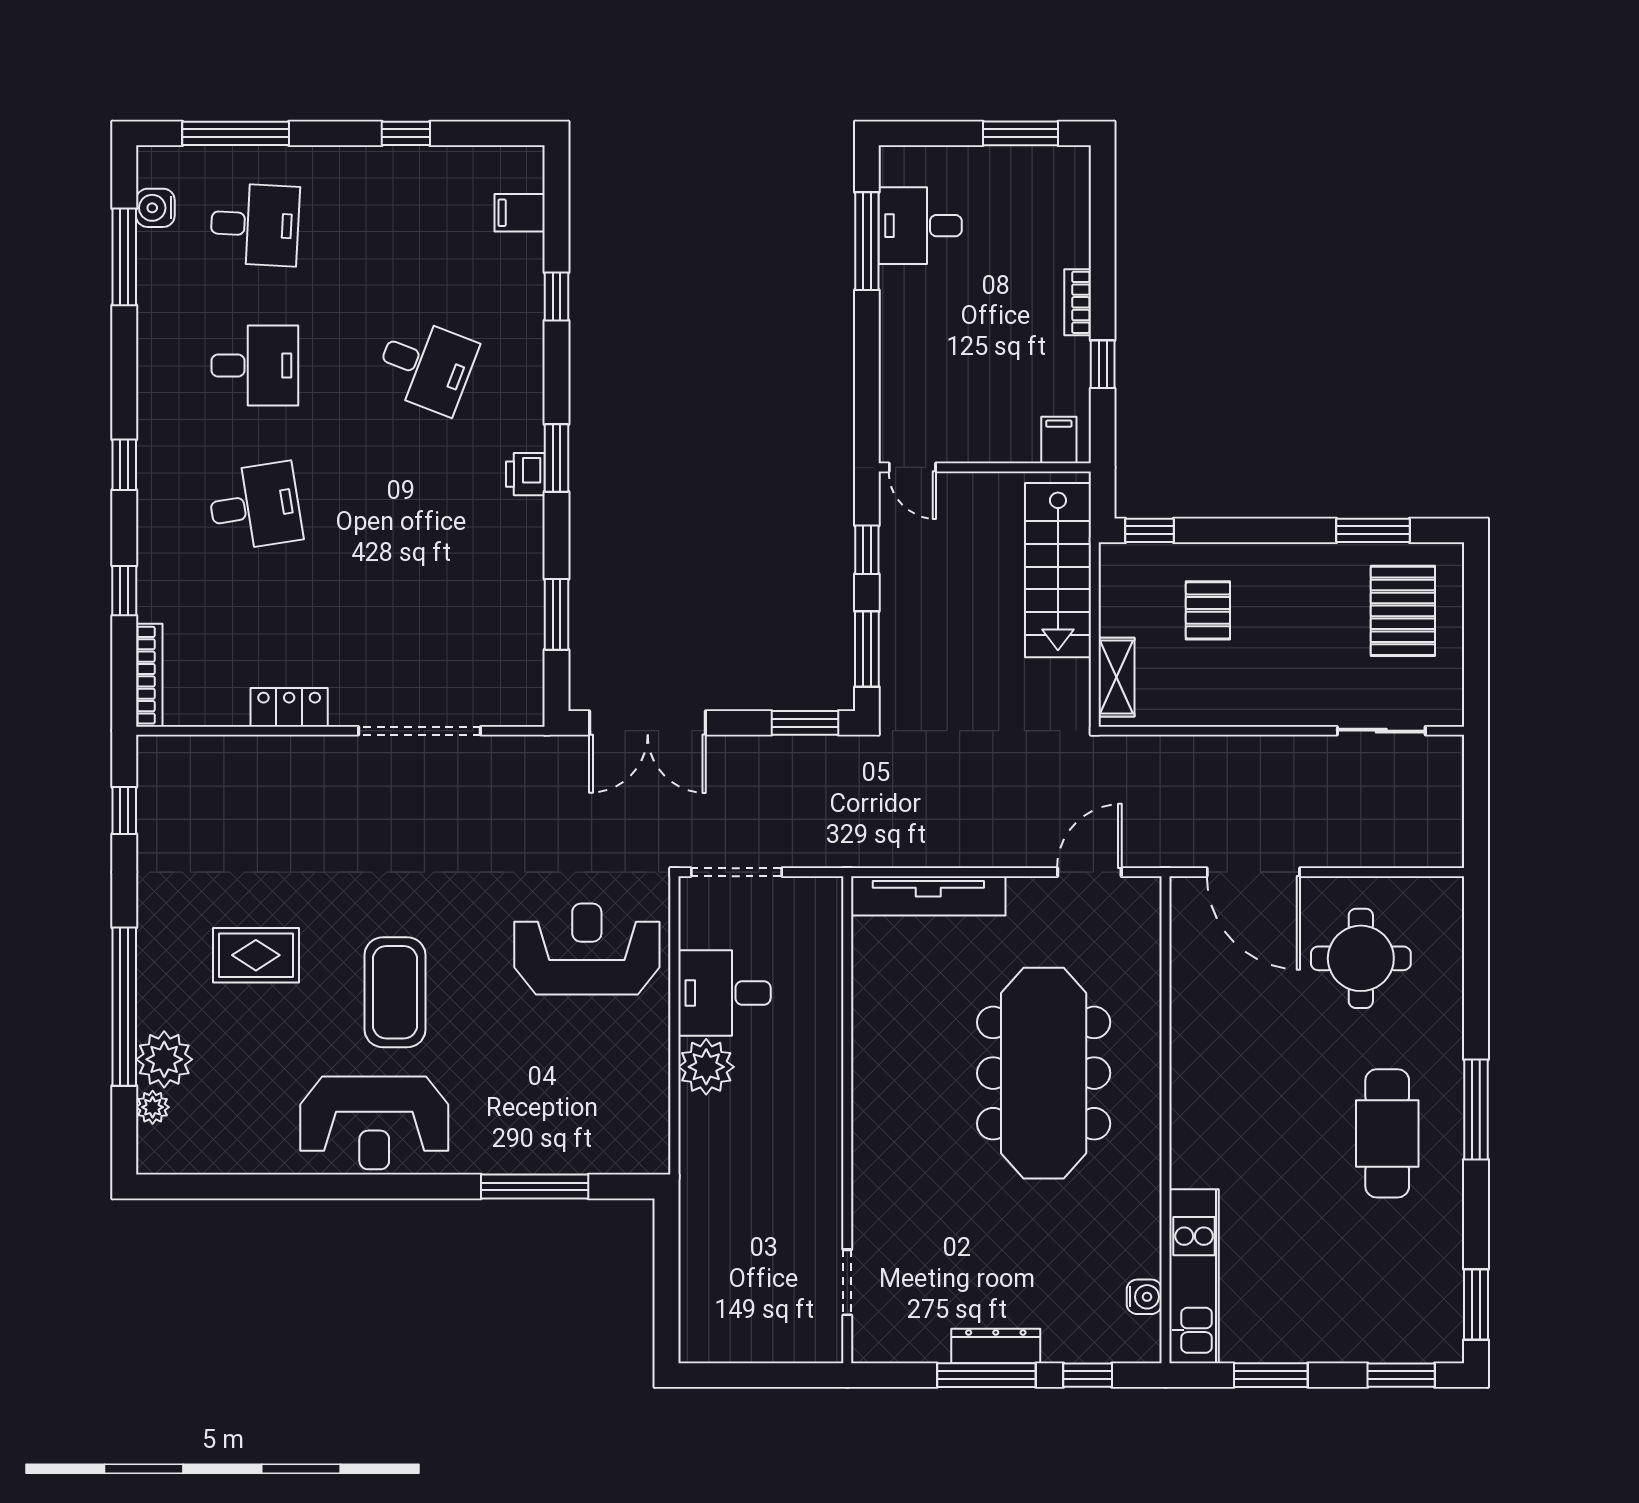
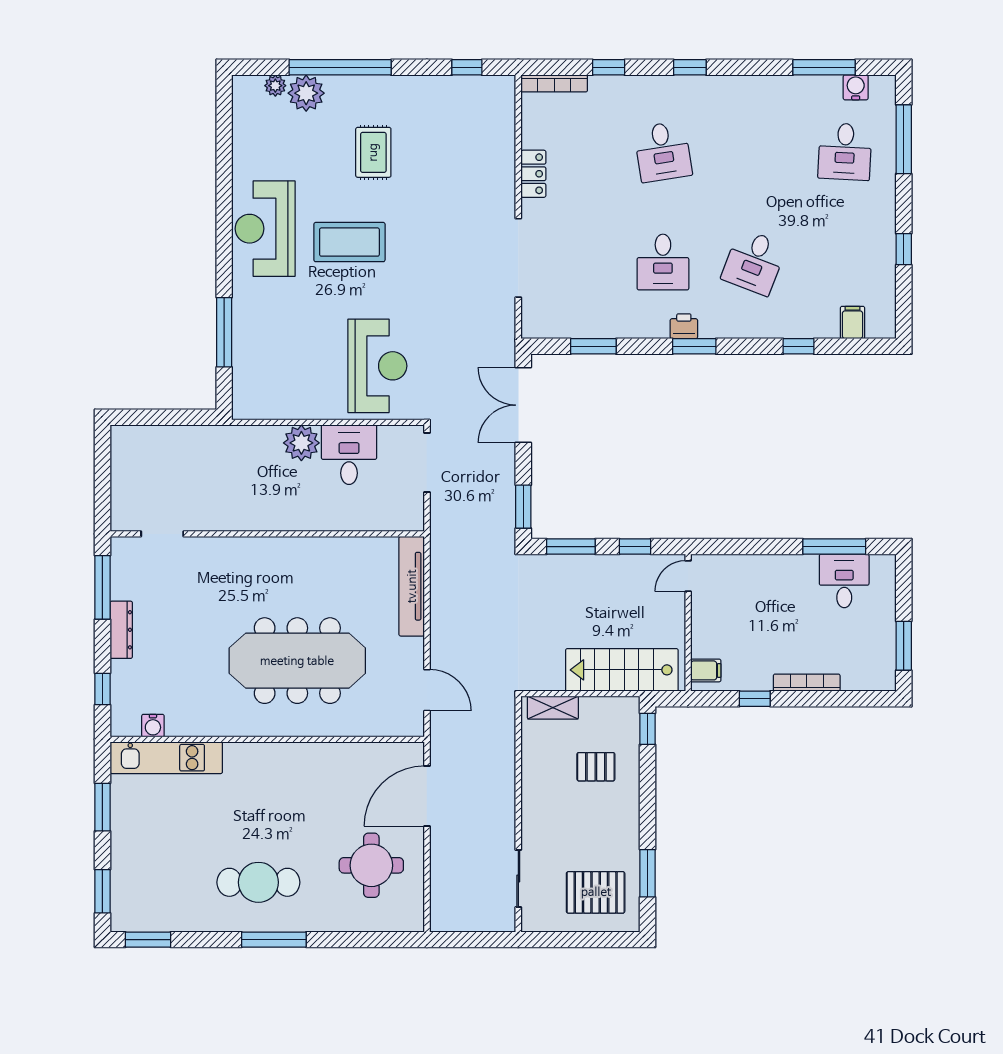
bookcase: (1078, 302) -> (807, 683), width x1.56
desk: (255, 366) -> (663, 262), moved
window: (986, 1375) -> (102, 587), moved

